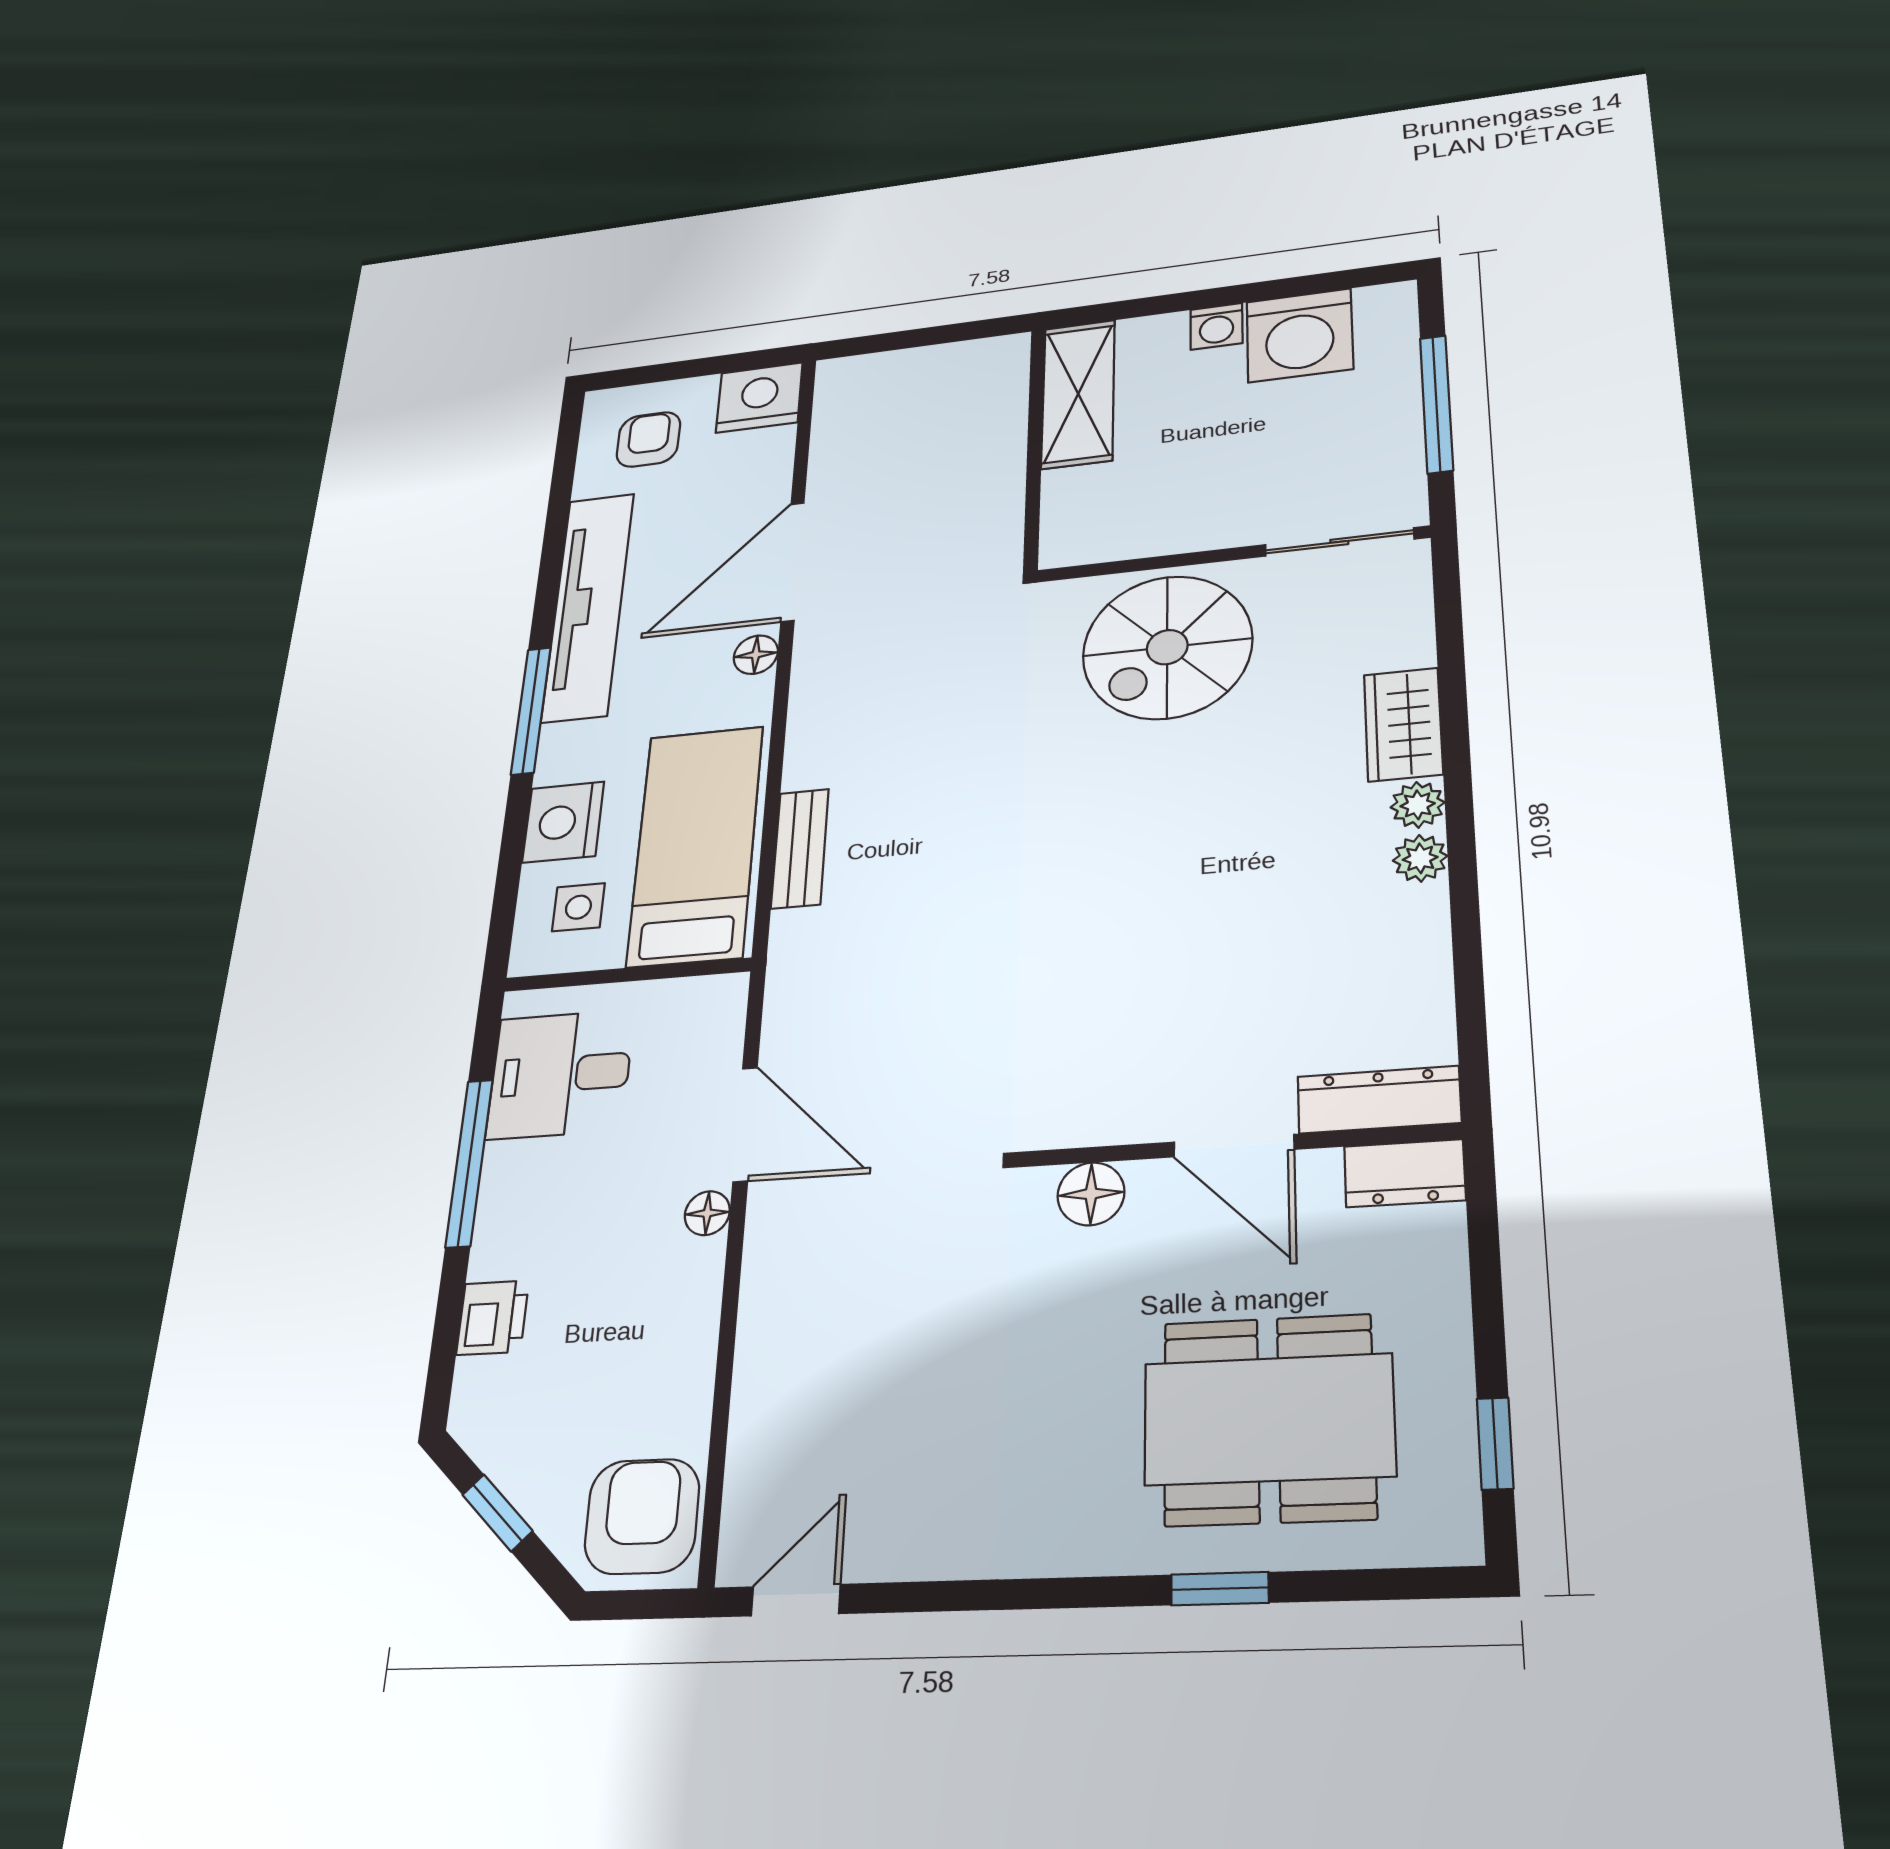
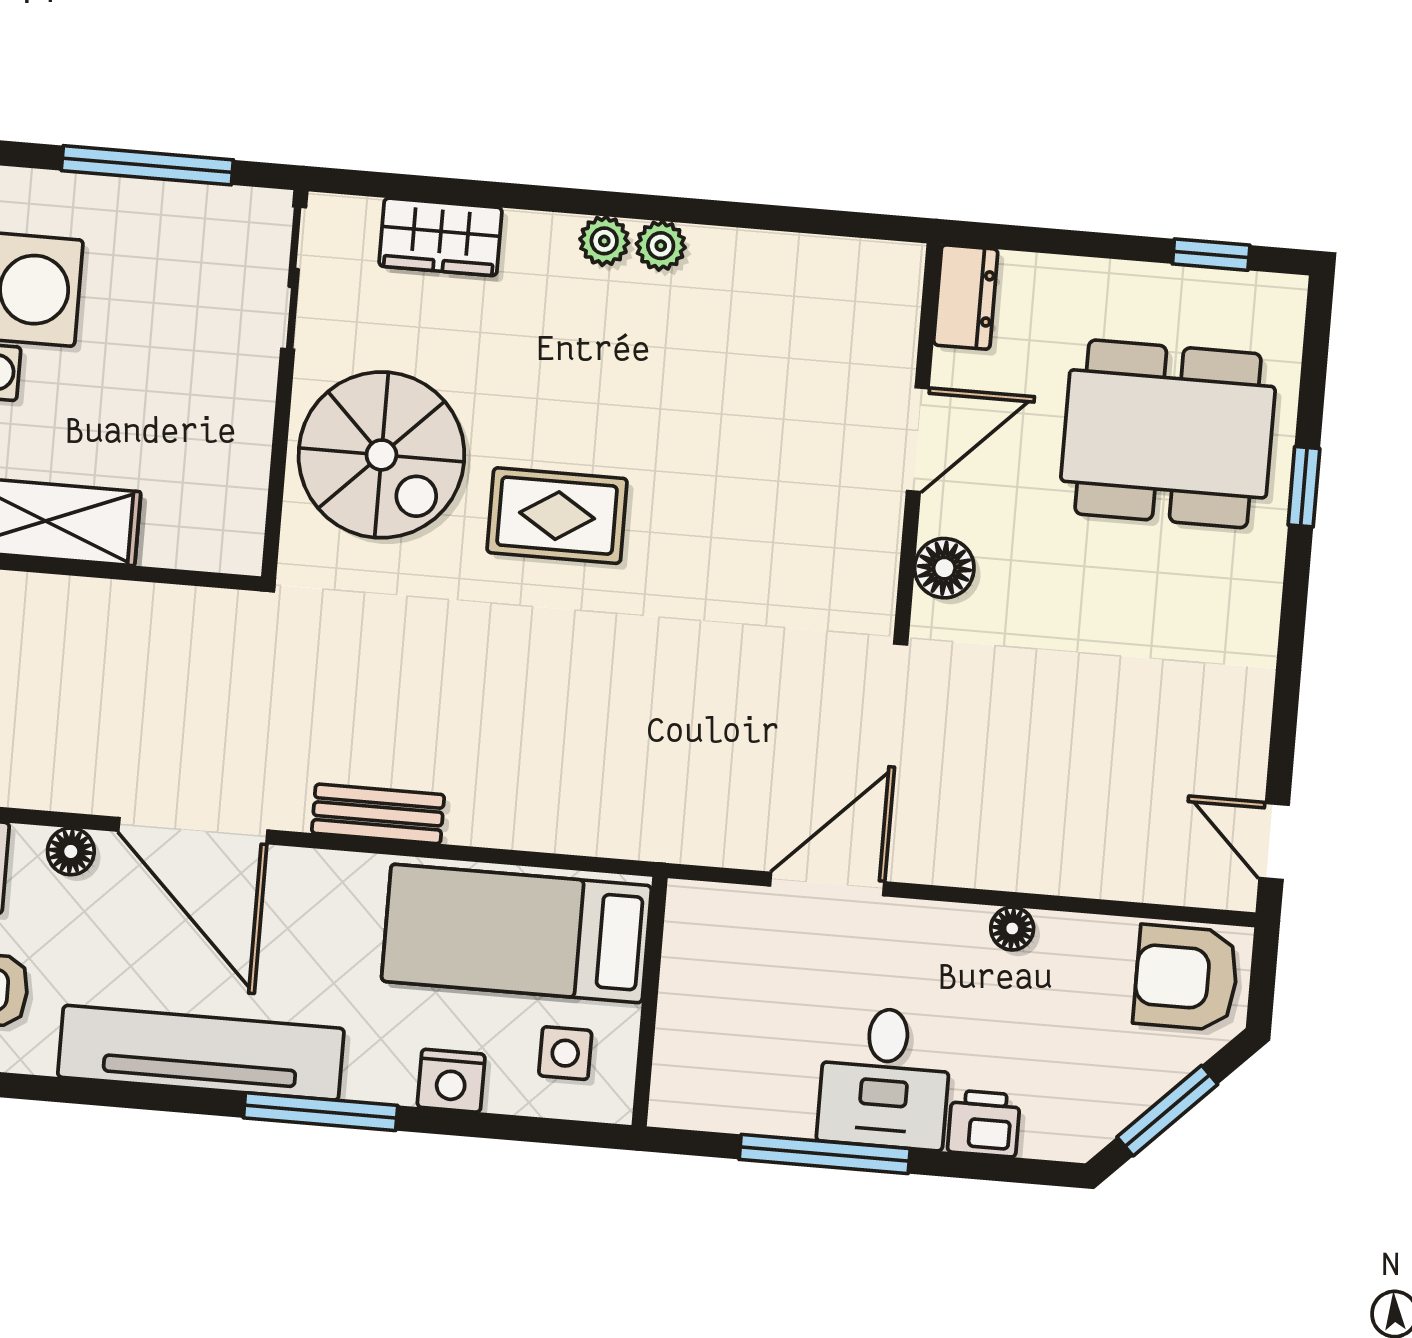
floor lamp: (756, 655) -> (71, 851), moved
wardrobe: (1403, 724) -> (441, 237), moved
rug: (1119, 810) -> (557, 516), added
nightstand: (563, 822) -> (451, 1081), width x0.74, depth x0.75
bench: (800, 848) -> (378, 814), moved
desk: (560, 1074) -> (885, 1078), moved
dresser: (1379, 1100) -> (894, 310), removed
floor lamp: (707, 1213) -> (1012, 929), moved
dining table: (1269, 1419) -> (1168, 434), turned 90
window: (497, 1513) -> (1167, 1111), width x1.50

